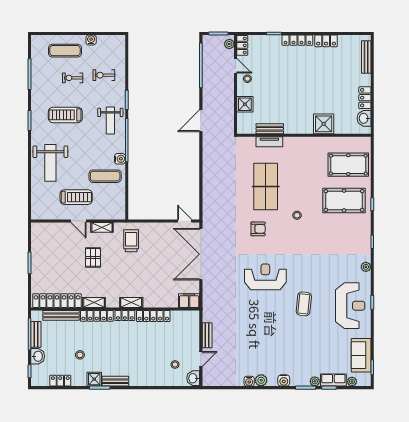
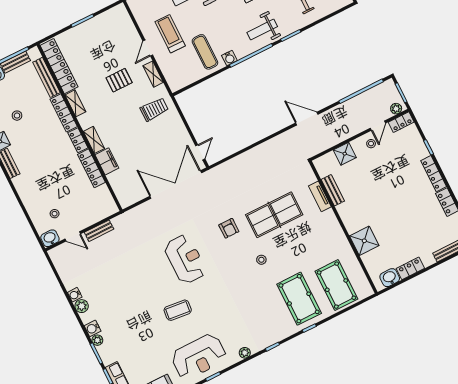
treadmill: (76, 197) -> (170, 34), turned 180
filing cabinet: (189, 301) -> (107, 161), moved
plant: (315, 381) -> (97, 340), moved

